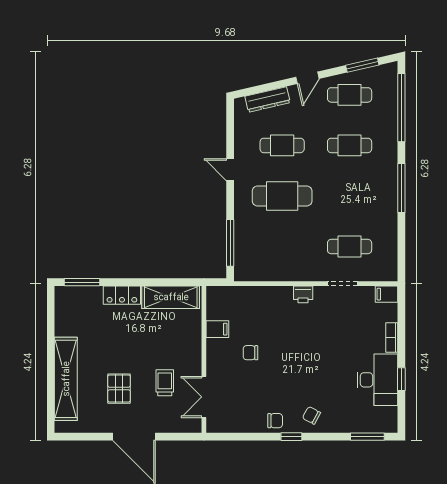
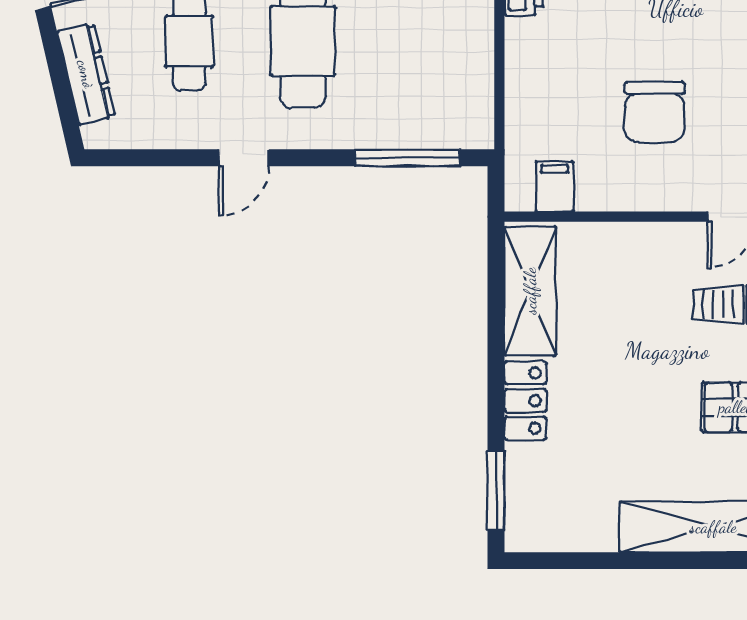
filing cabinet: (217, 329) -> (555, 186), moved
chair: (250, 353) -> (655, 112), width x1.87, depth x1.87

